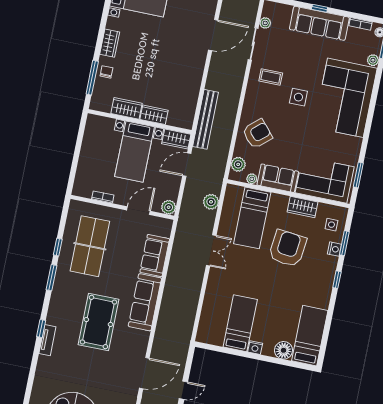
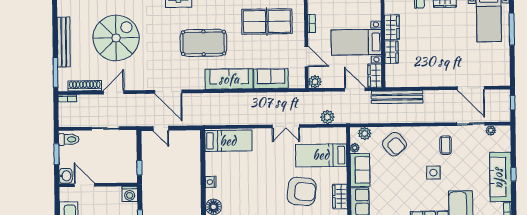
bed: (240, 323) -> (228, 141), moved

